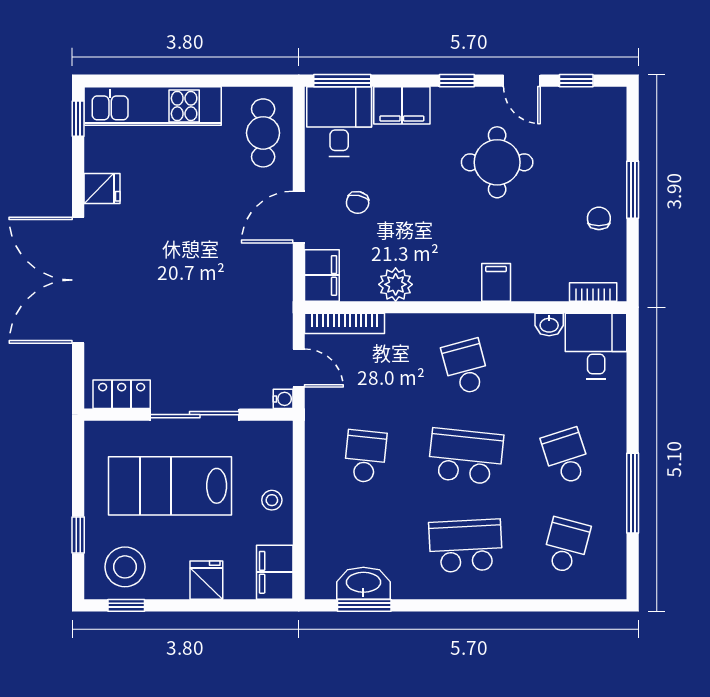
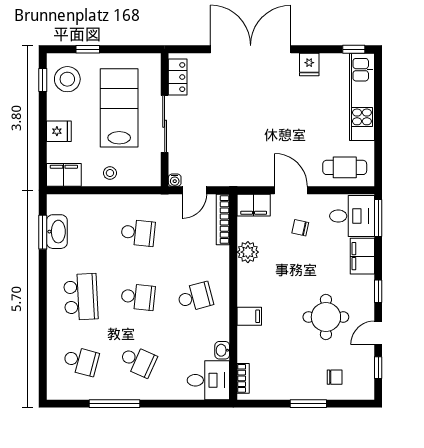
chair: (599, 218) -> (335, 377), moved
school desk: (466, 456) -> (138, 297), width x0.54
school desk: (566, 456) -> (138, 361), turned 42

